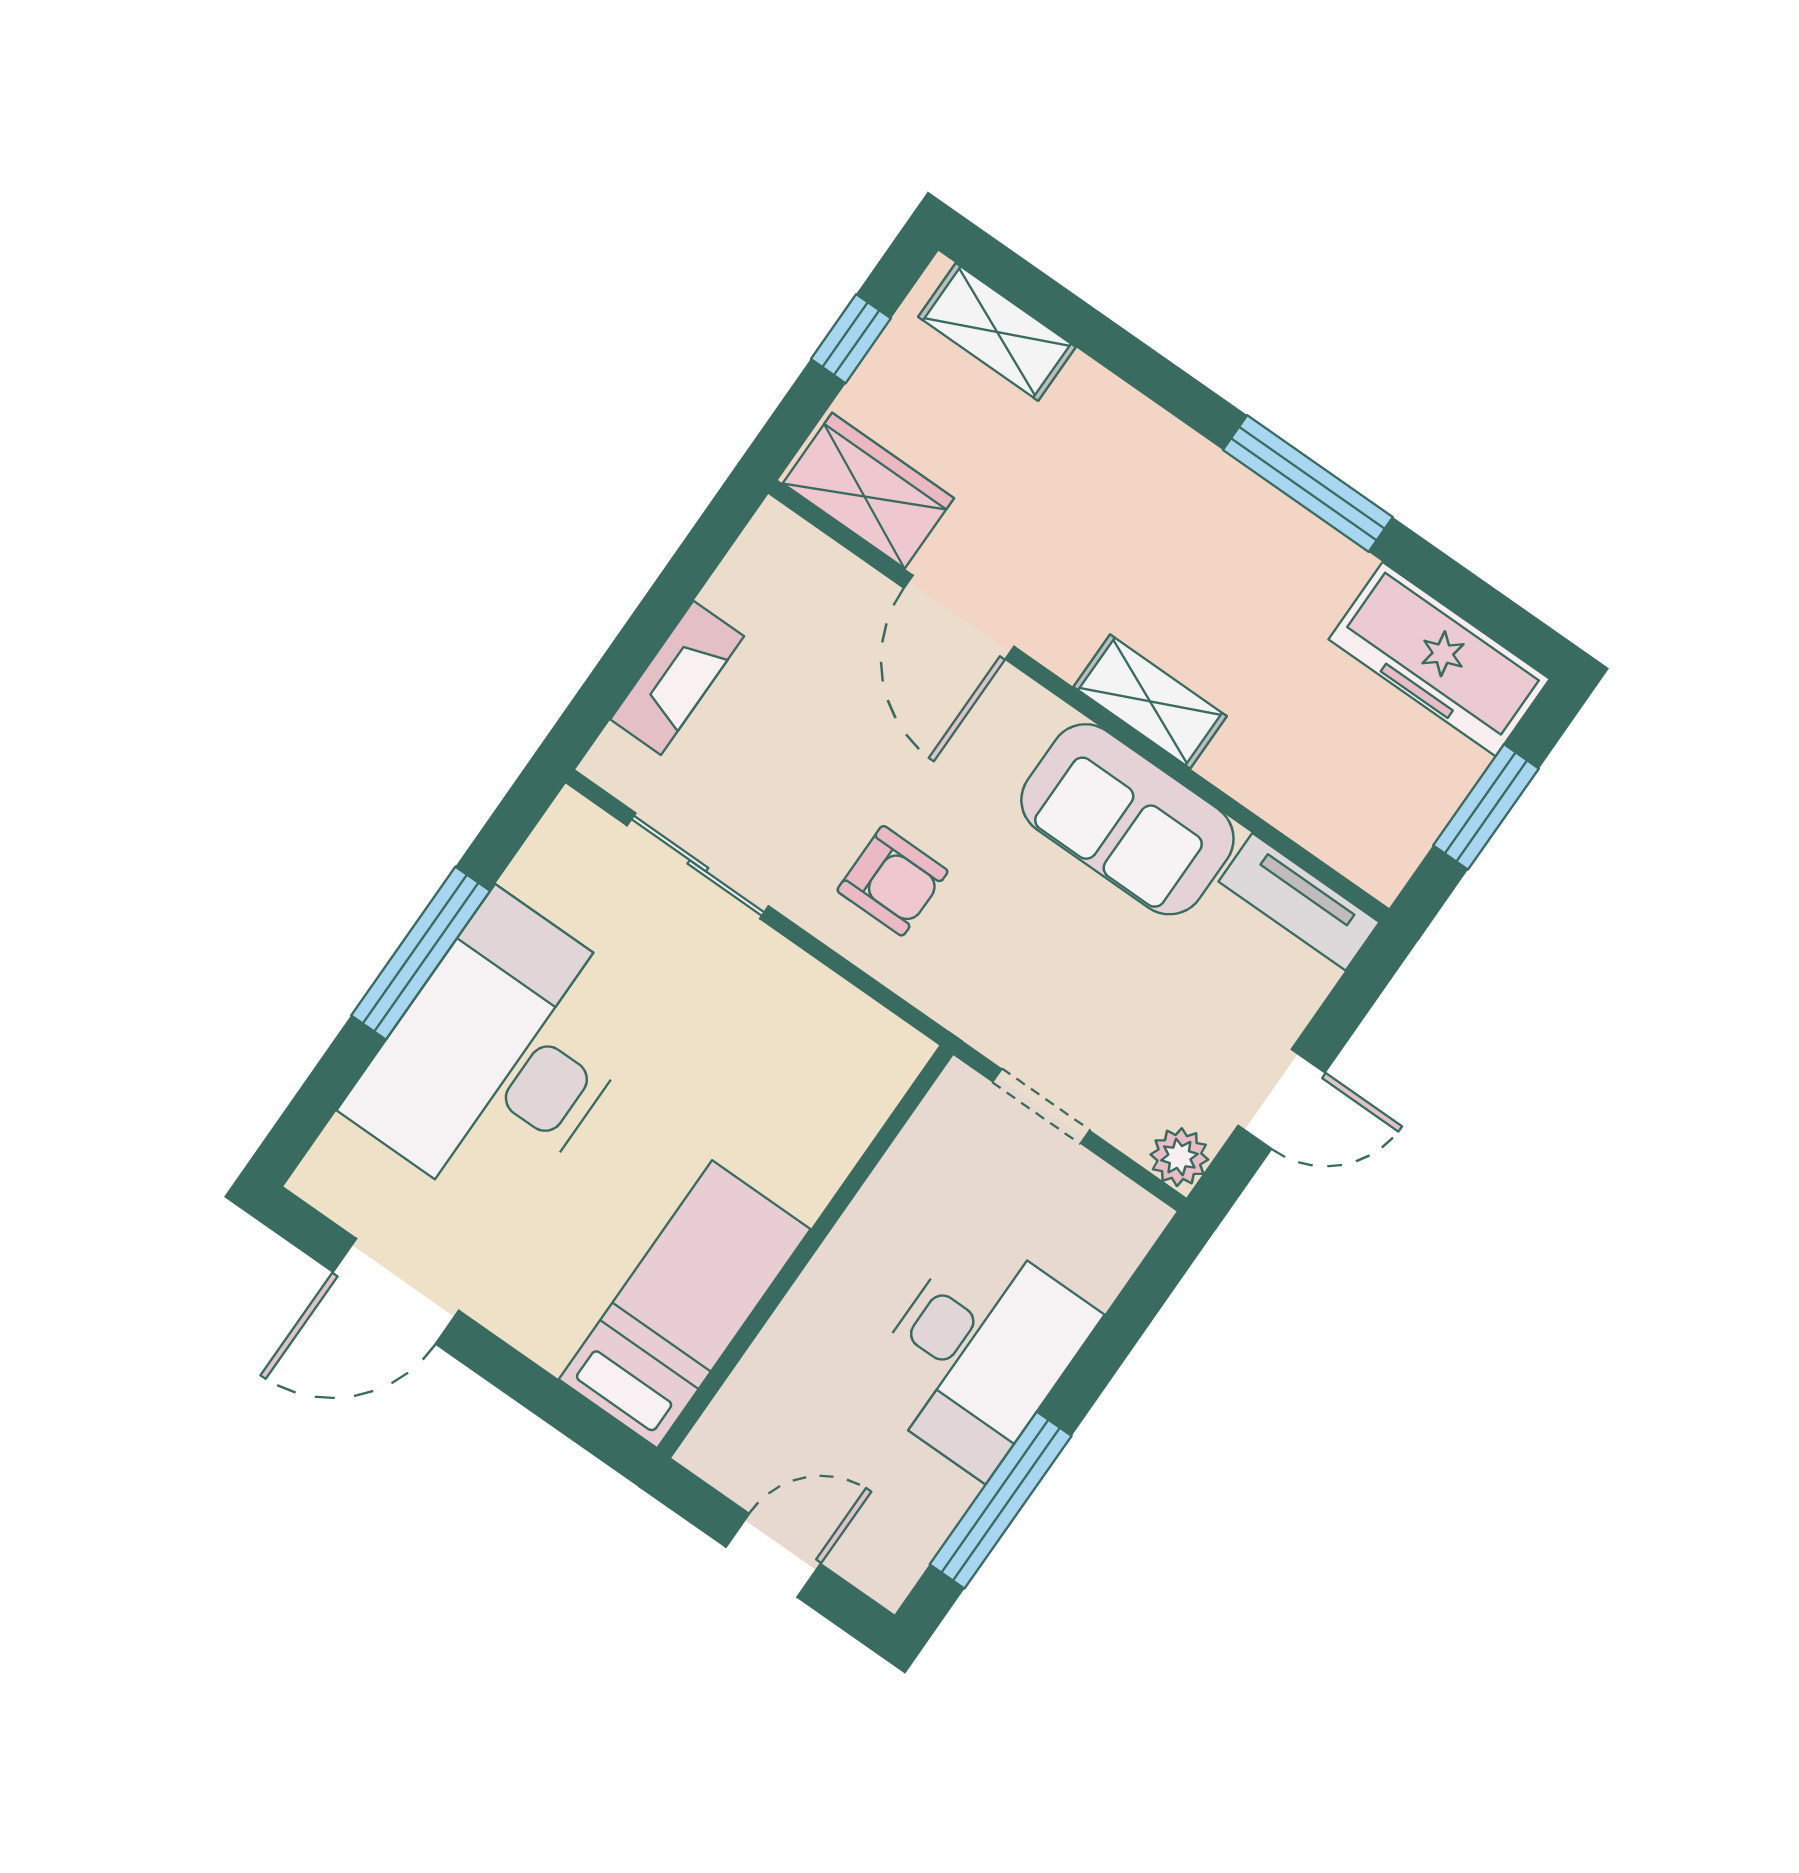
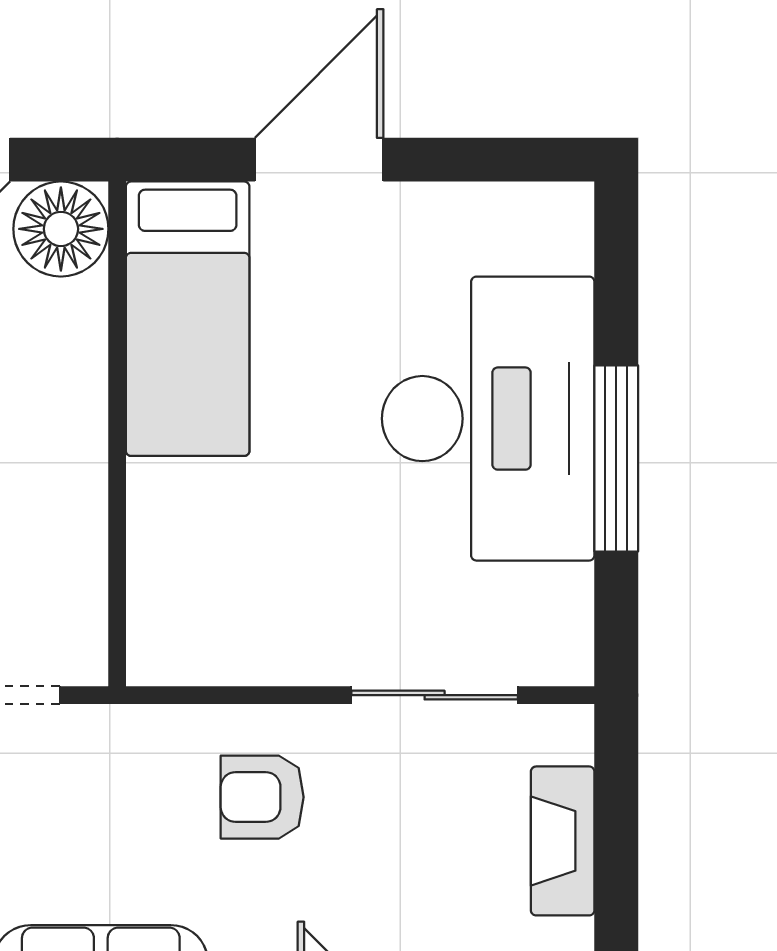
door: (396, 1291) -> (319, 160), moved
floor lamp: (736, 1447) -> (61, 229), added

